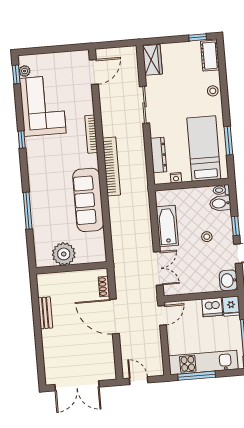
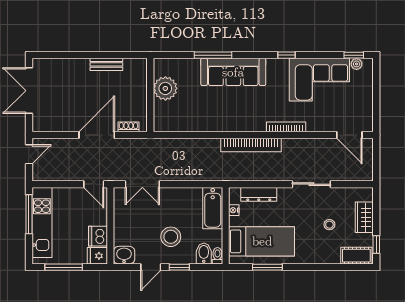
wardrobe: (152, 60) -> (364, 217), moved, turned 90
stool: (213, 91) -> (329, 225), moved
sofa: (88, 200) -> (233, 72), moved, turned 180
bathtub: (167, 226) -> (213, 208), moved, turned 90
stool: (207, 237) -> (171, 237), width x1.89, depth x1.89

